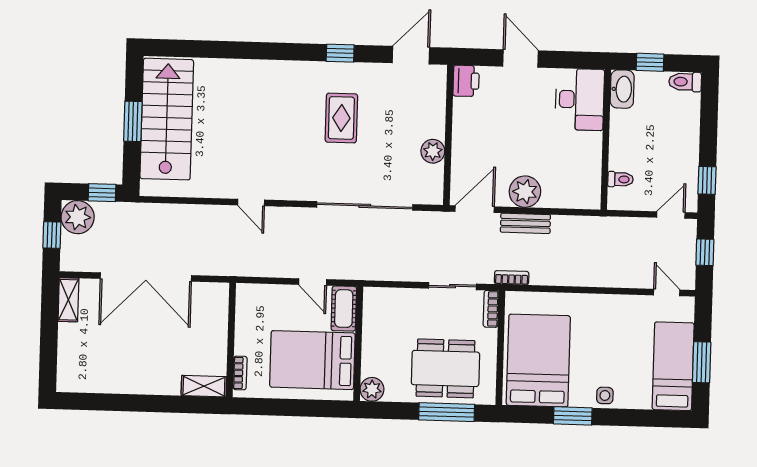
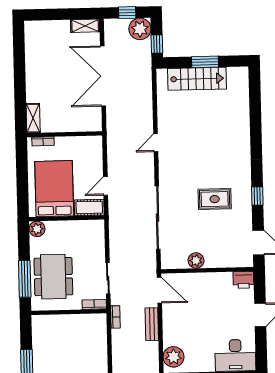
stairs: (167, 119) -> (197, 79), width x0.73, depth x0.66
plant: (525, 192) -> (173, 357), moved
bed: (538, 361) -> (62, 337), removed

